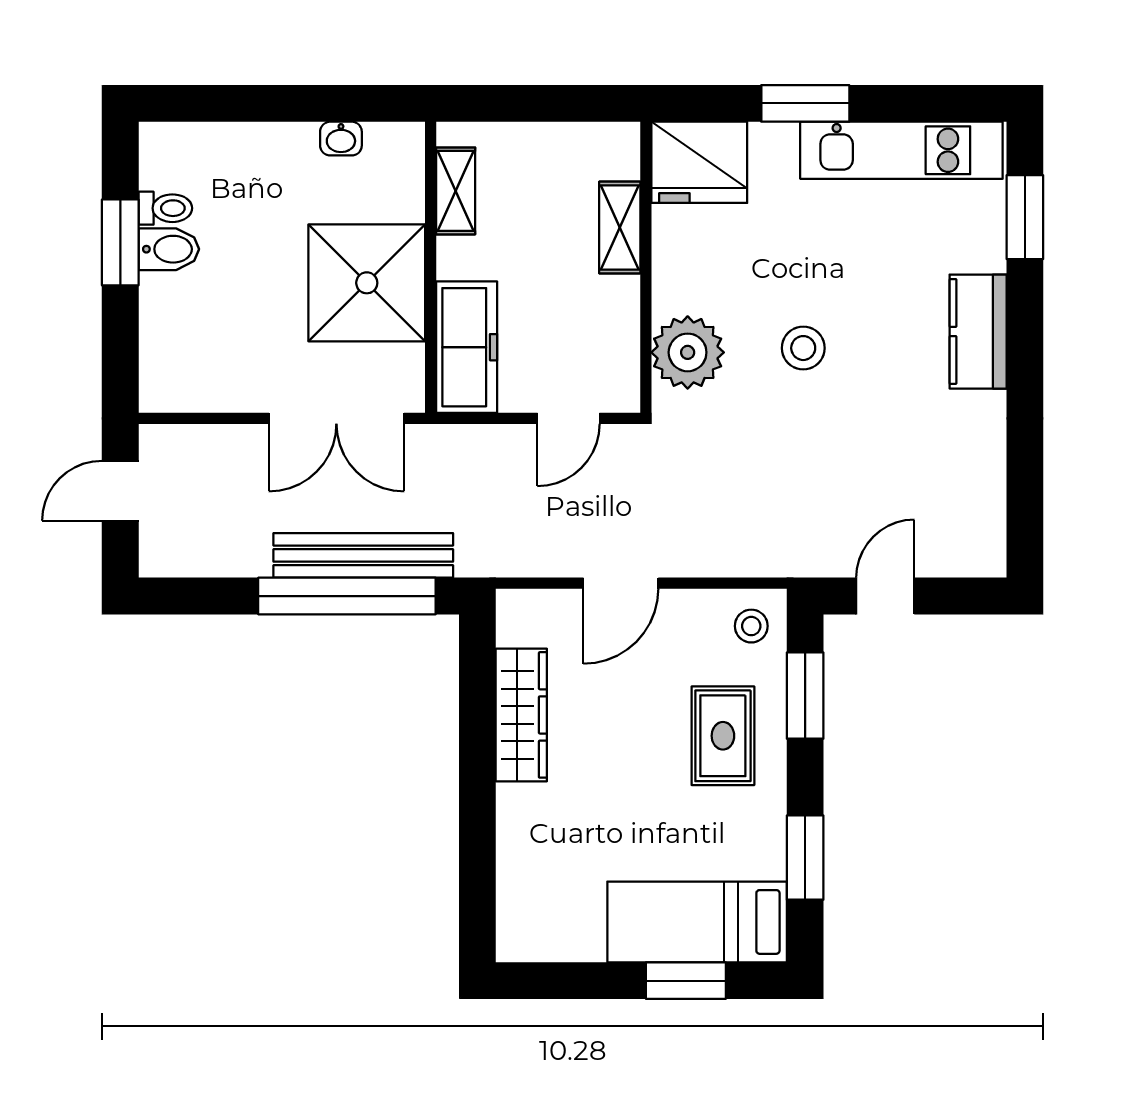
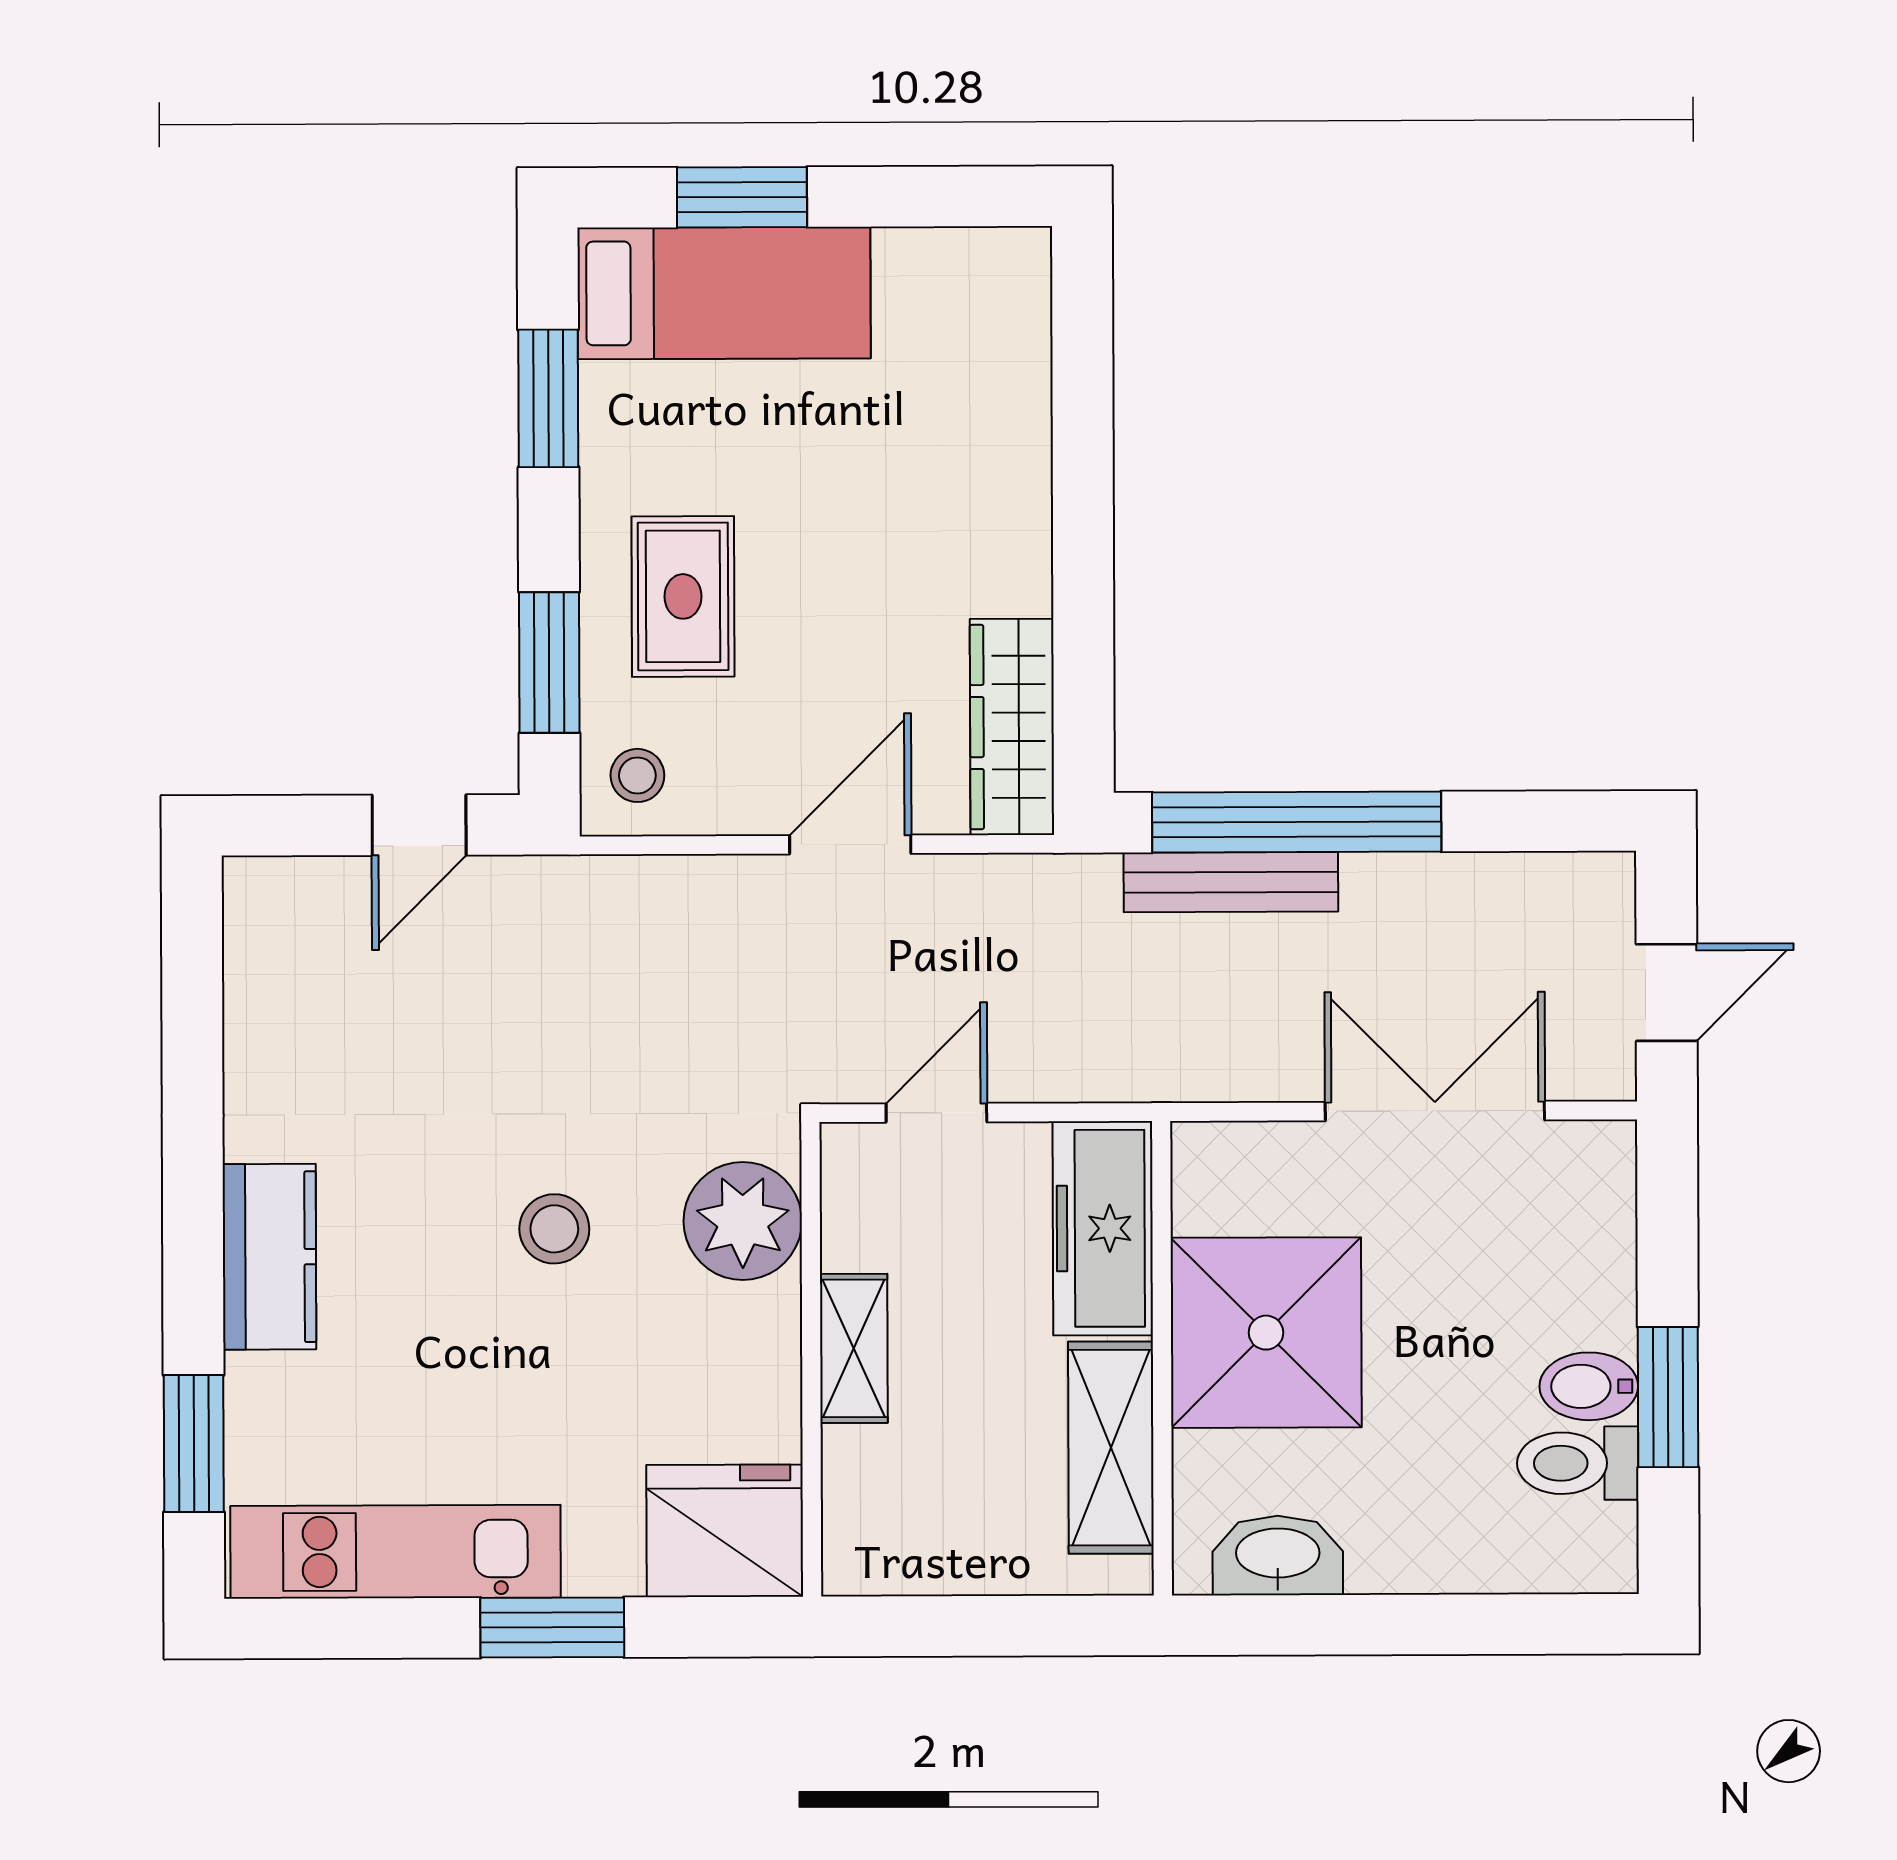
washbasin: (341, 139) -> (1278, 1555), width x1.91, depth x1.45
shelving: (456, 191) -> (1111, 1448), width x1.50, depth x1.33
toilet: (165, 208) -> (1578, 1463), width x1.37, depth x1.39
shelving: (620, 227) -> (854, 1348), moved
double door: (336, 418) -> (1435, 1111), moved
bench: (363, 555) -> (1231, 882), width x0.73, depth x0.82
wardrobe: (521, 715) -> (1012, 727), moved

